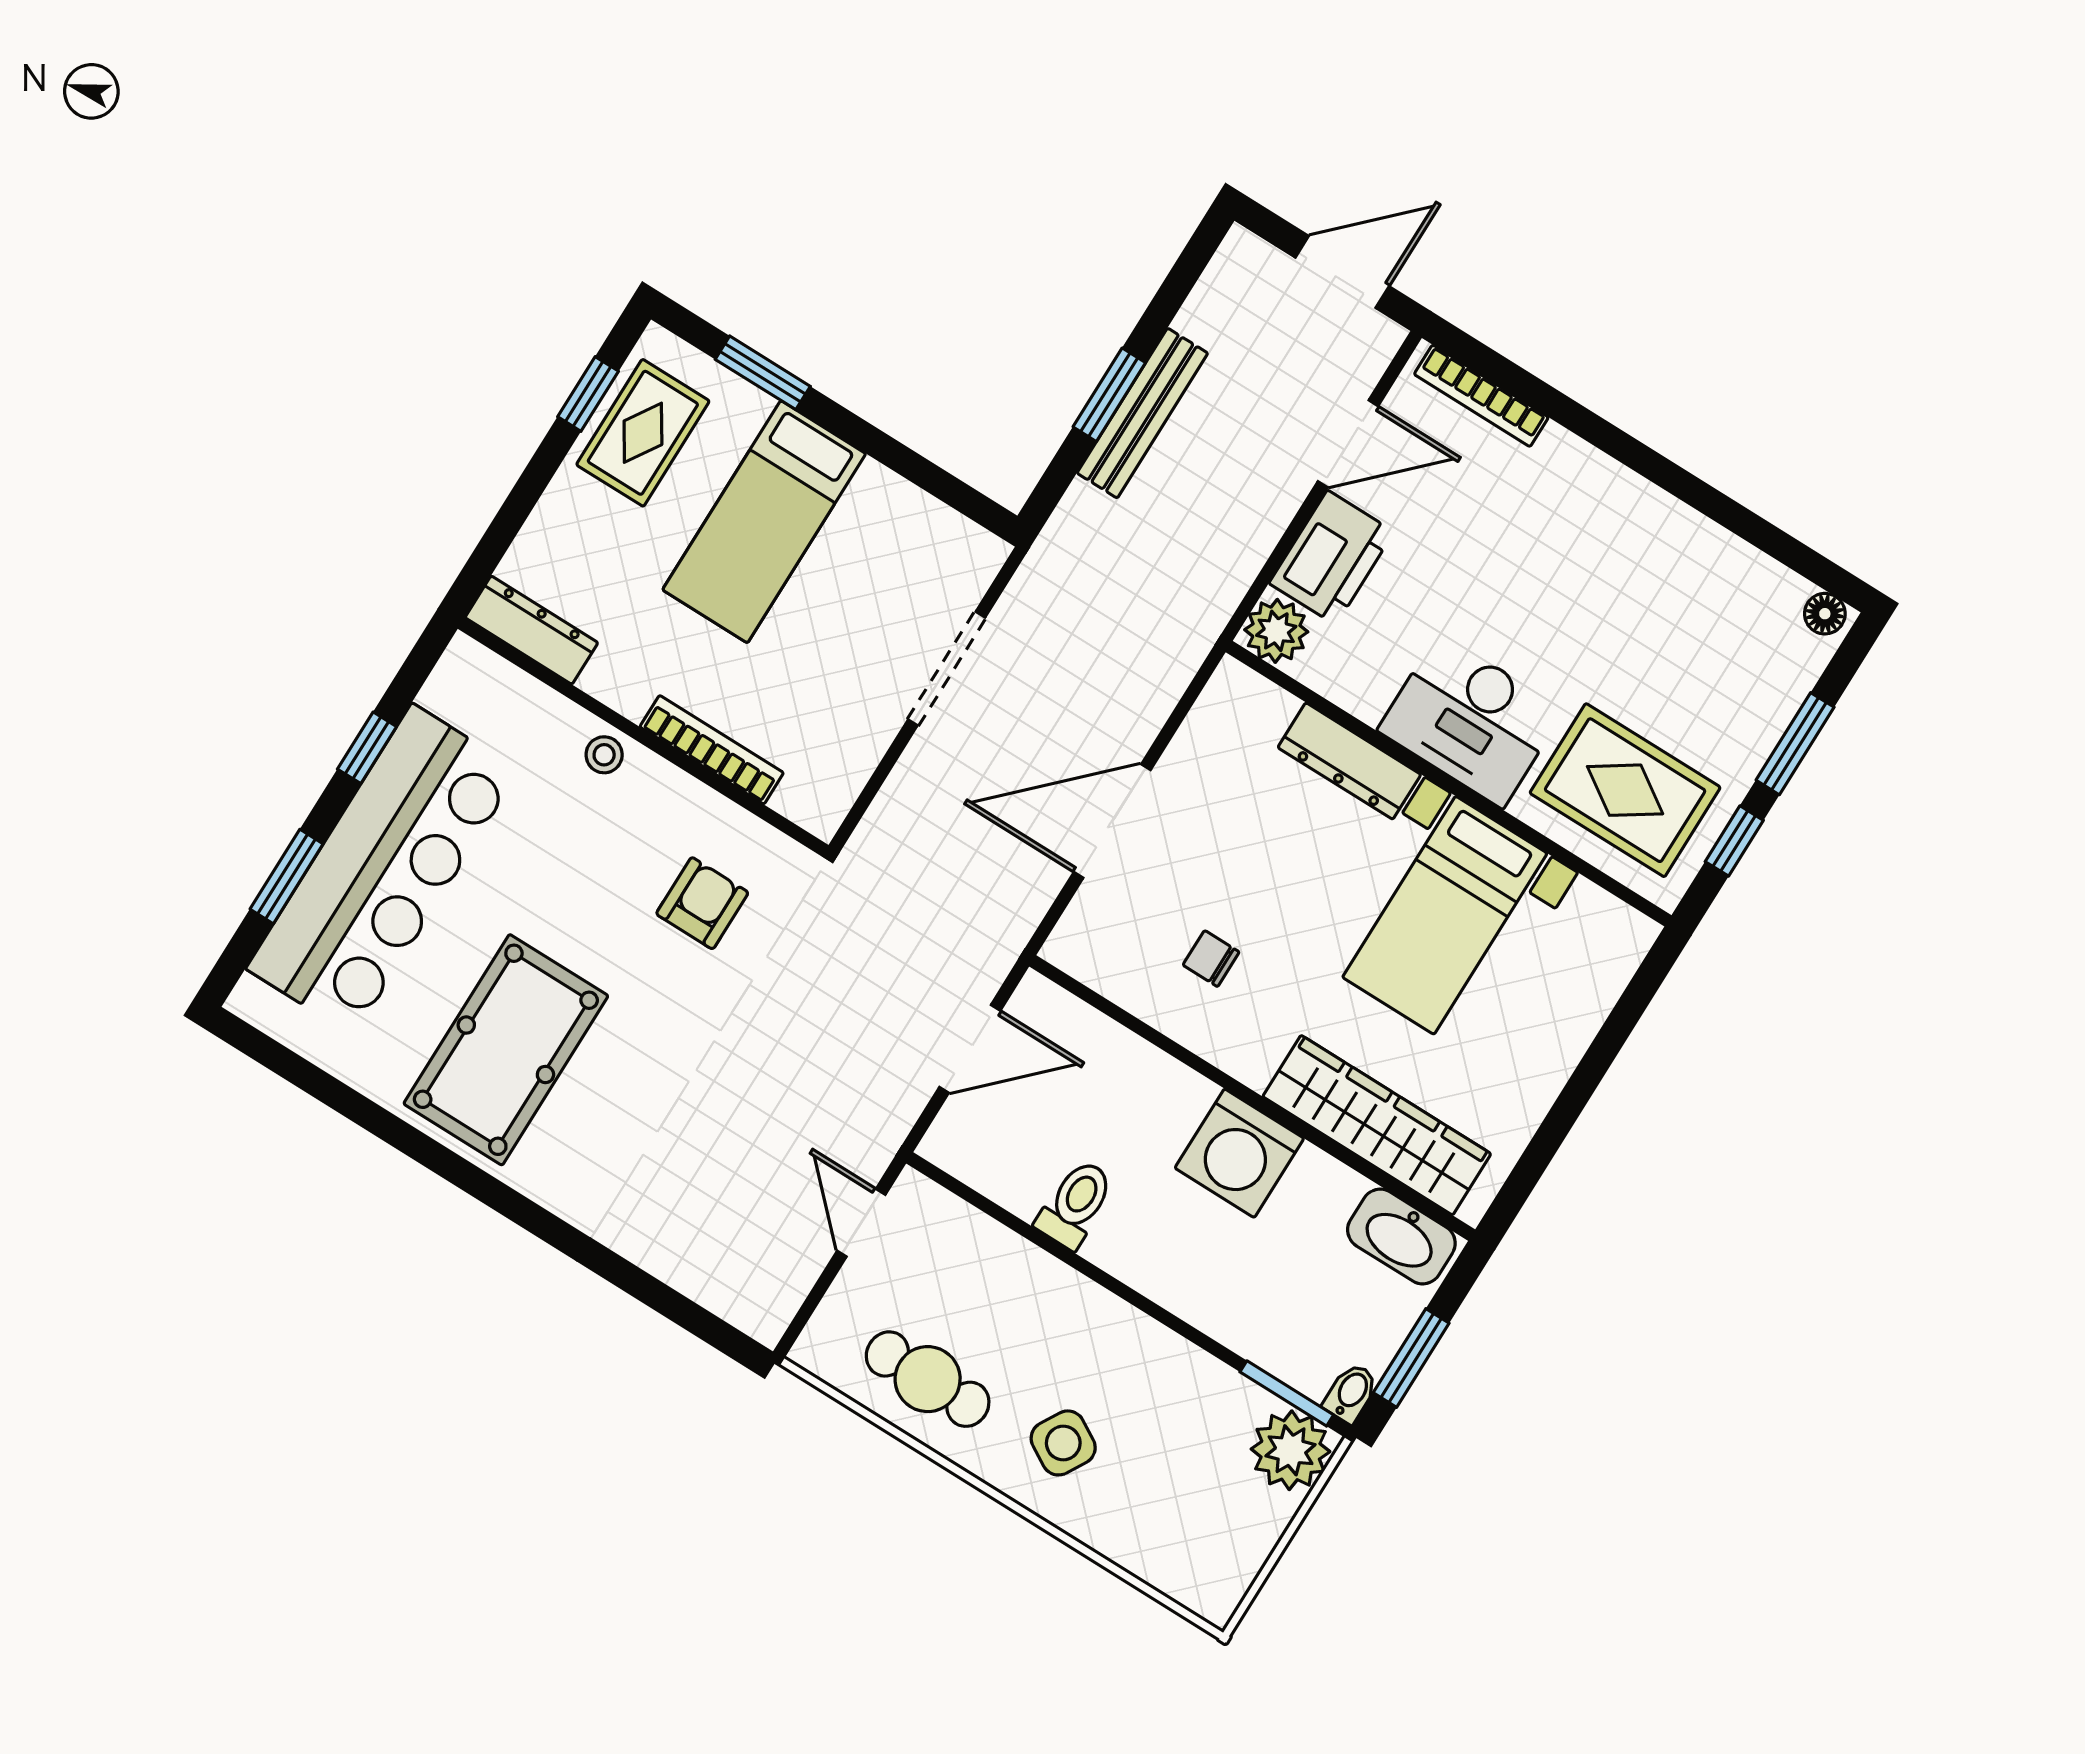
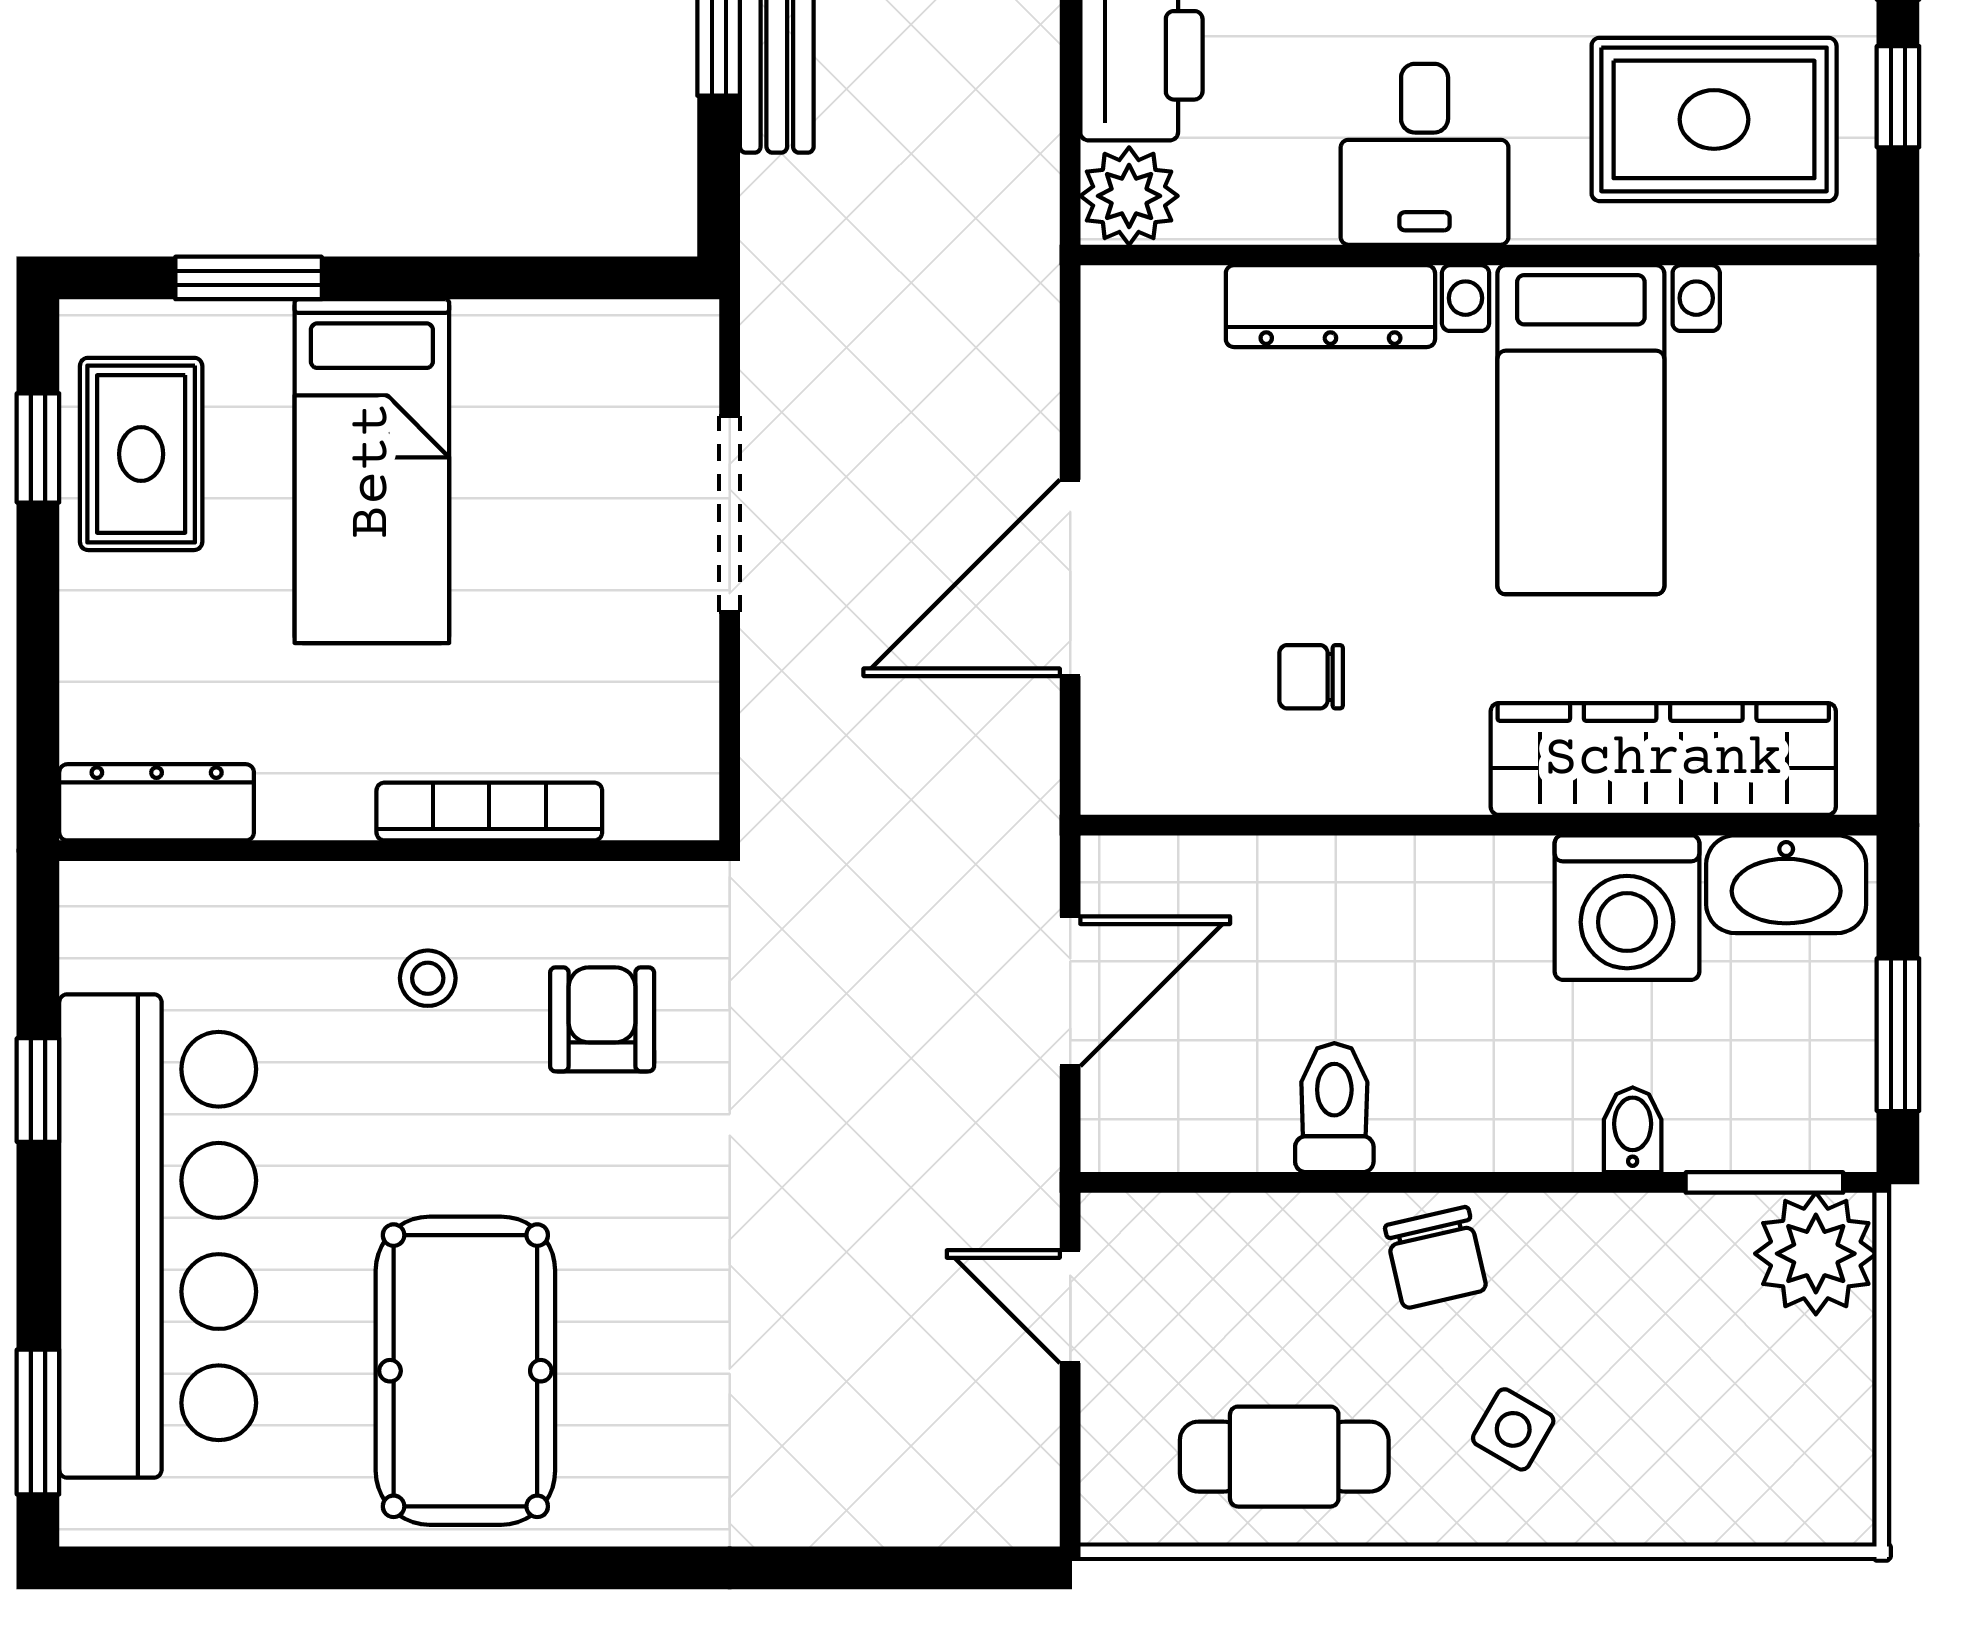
desk: (1471, 720) -> (1425, 154), width x0.73
stool: (604, 755) -> (428, 978), moved
window: (287, 876) -> (38, 1422), moved
washing machine: (1239, 1153) -> (1627, 908), moved
chair: (1080, 1322) -> (1436, 1258), added
bidet: (1351, 1393) -> (1633, 1130), moved
side table: (1063, 1443) -> (1513, 1429), width x0.73, depth x0.73

